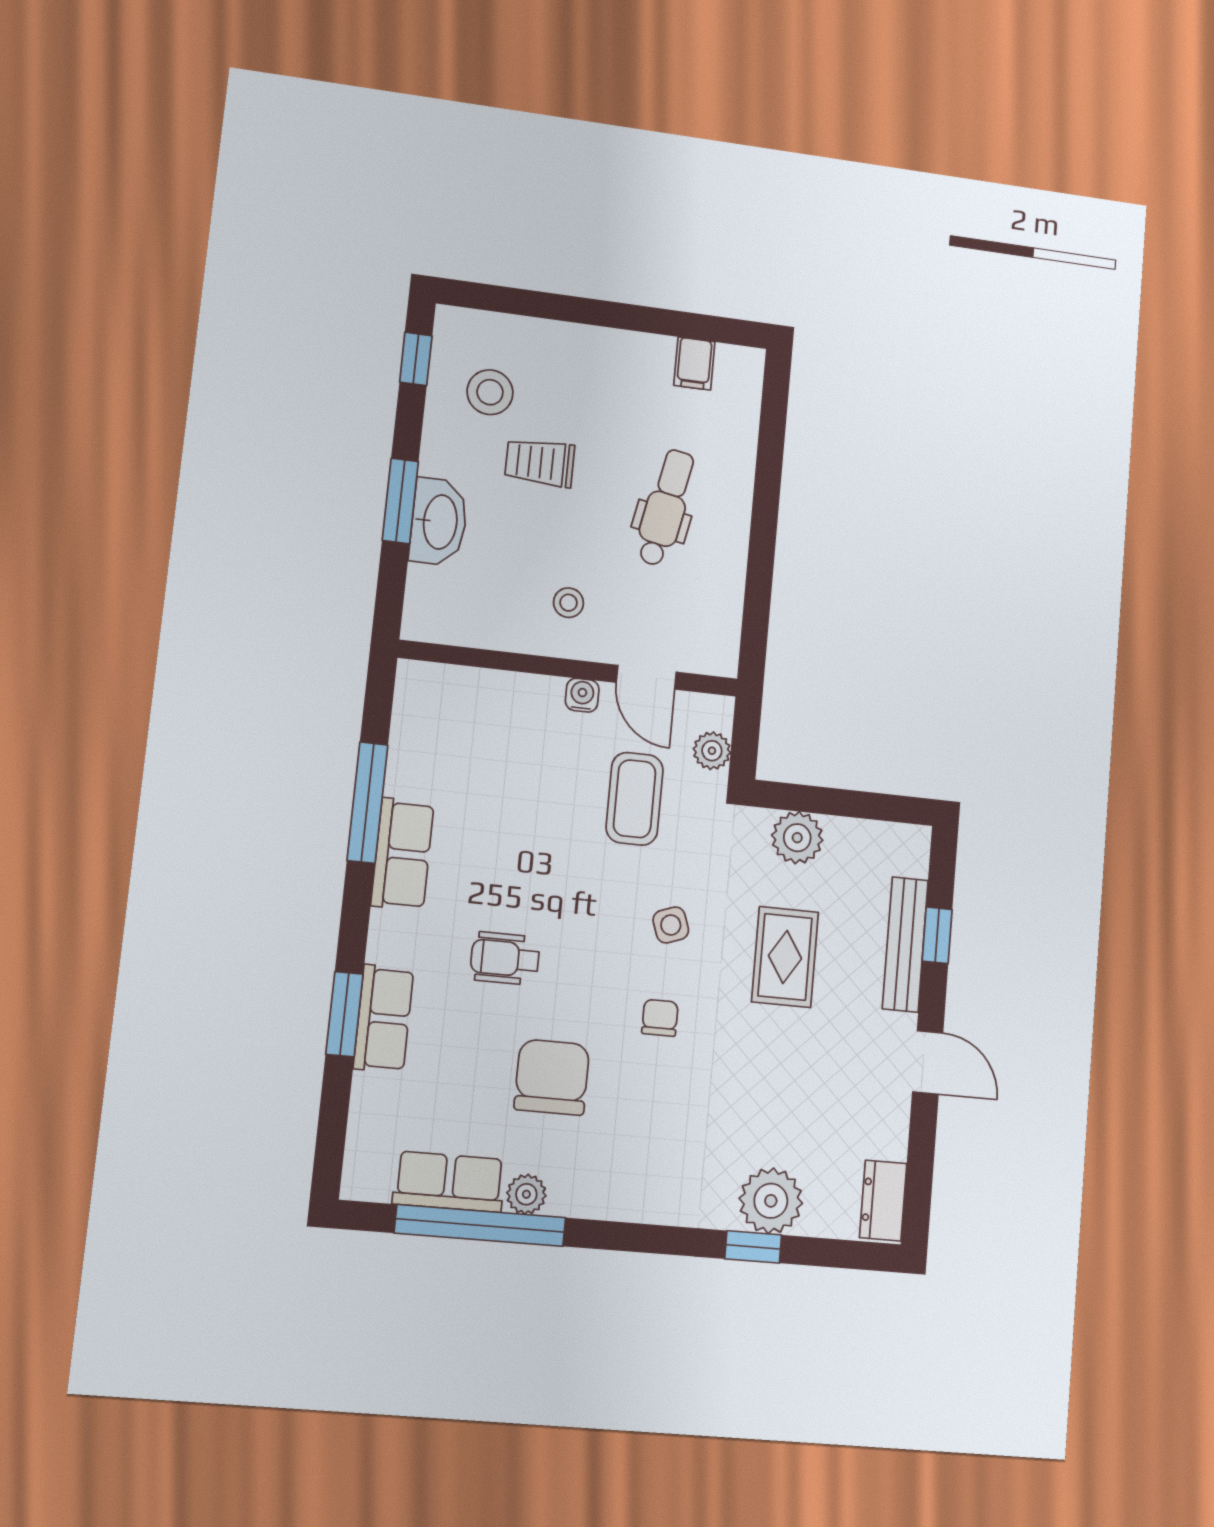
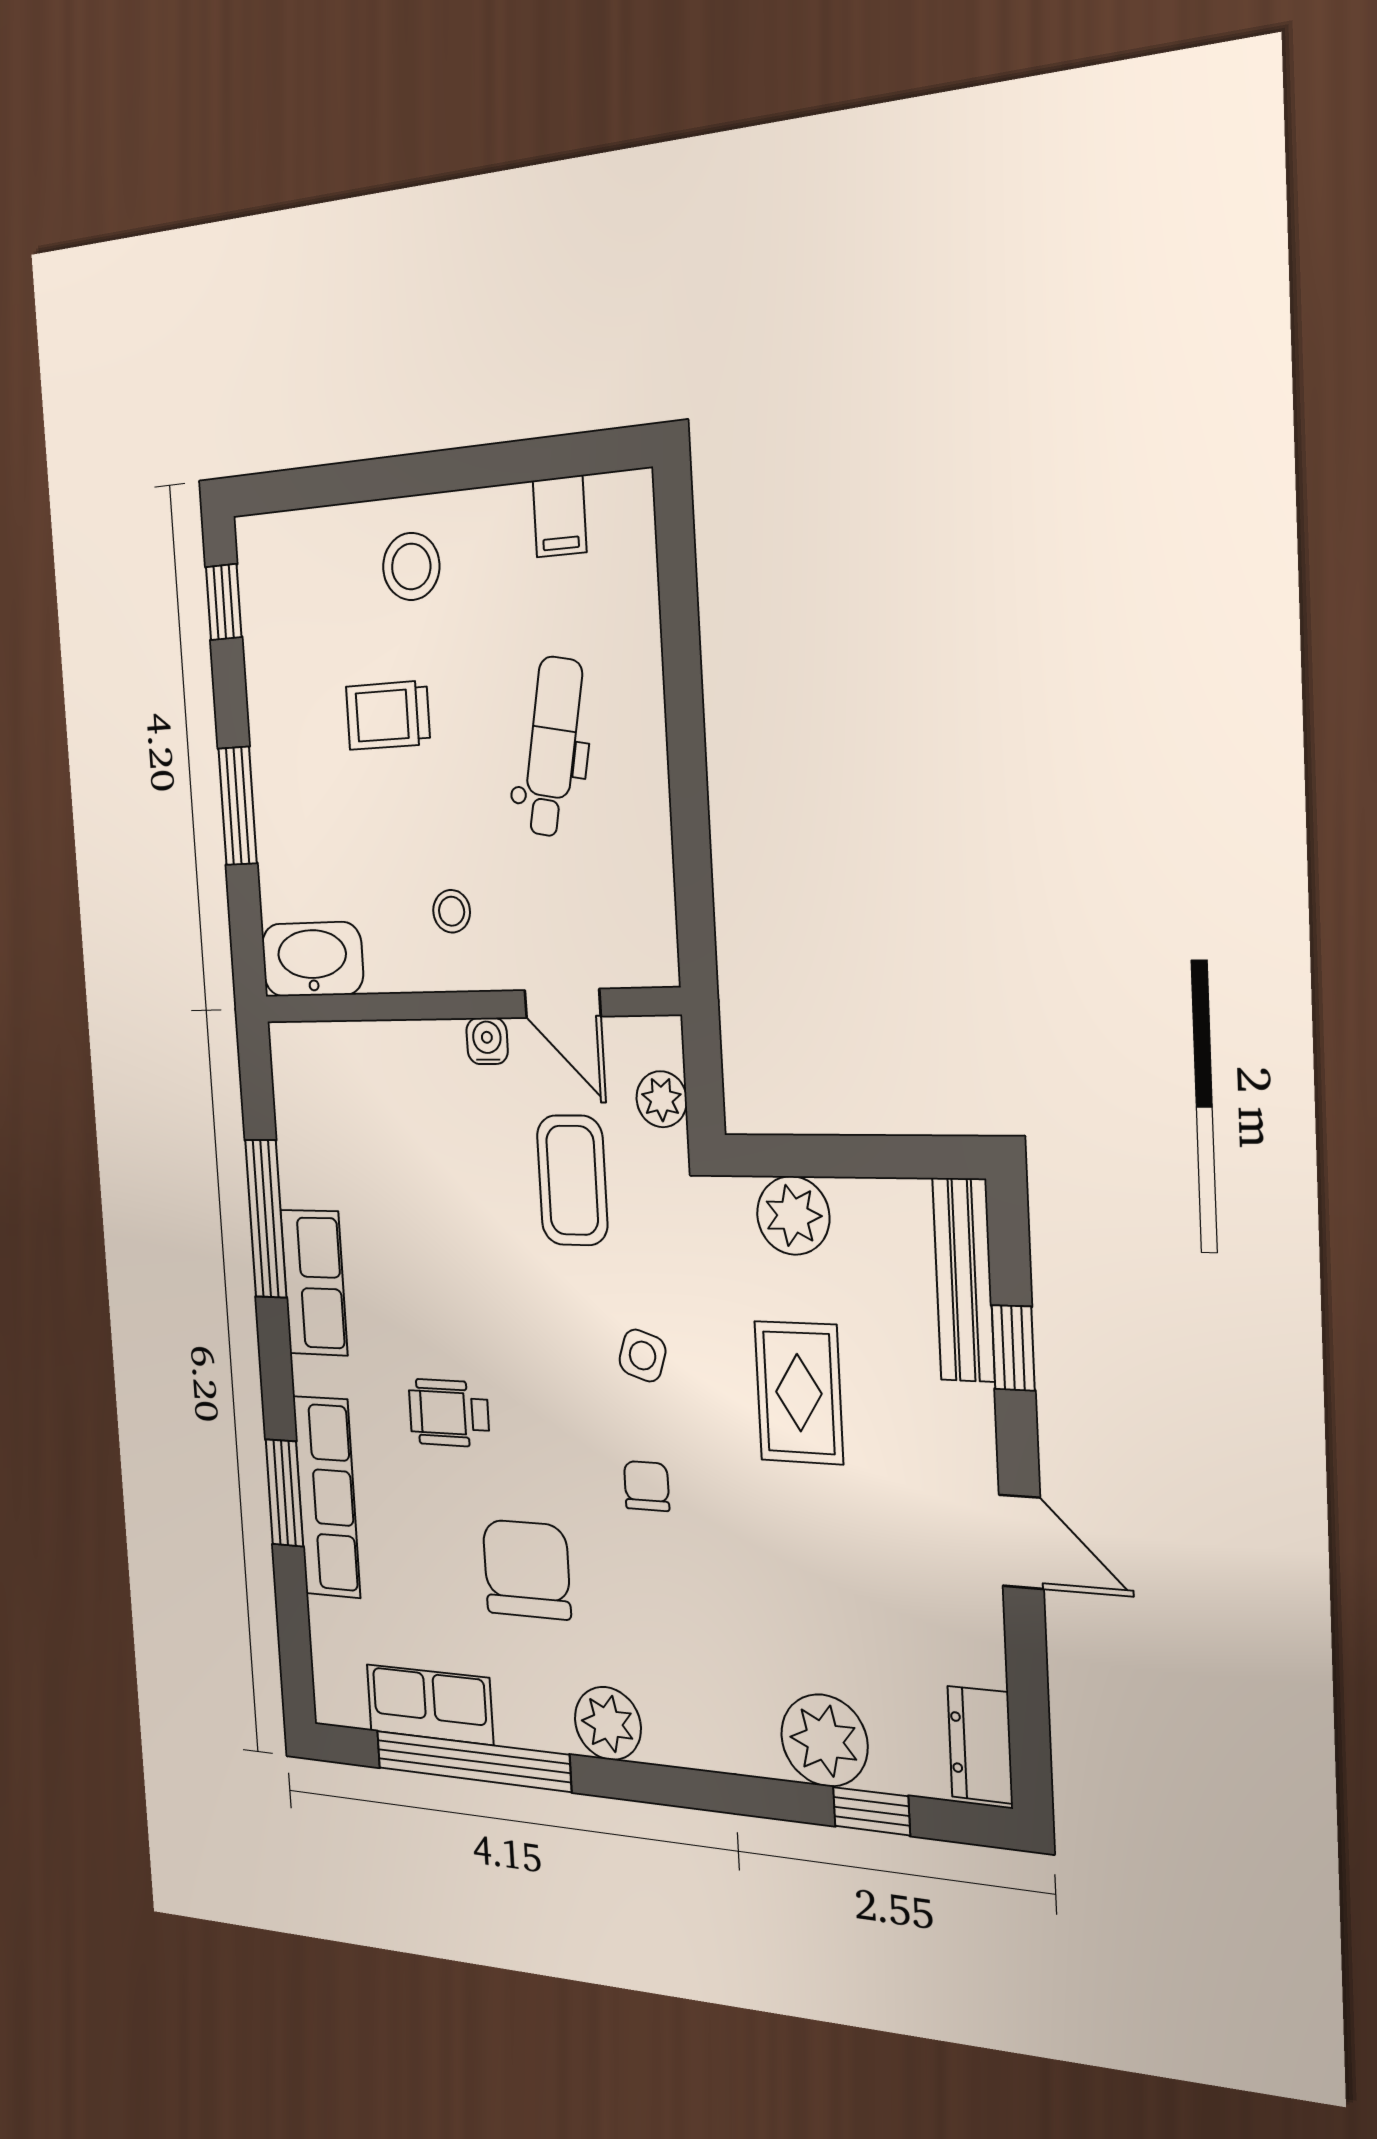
stool: (490, 392) -> (411, 566), moved
washbasin: (439, 522) -> (312, 959), moved, turned -90
side table: (671, 925) -> (642, 1356), turned 38
bench: (905, 944) -> (964, 1280), moved
row of seats: (384, 1019) -> (327, 1497), width x1.48
plant: (526, 1194) -> (608, 1723), moved, width x1.38, depth x1.38
window: (753, 1247) -> (871, 1811), moved

